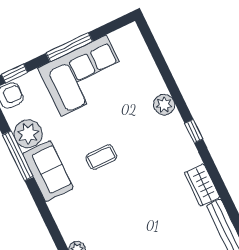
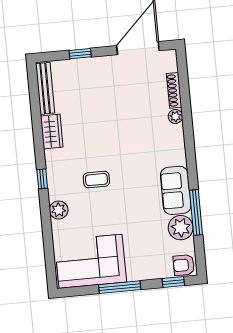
corner sofa: (84, 76) -> (91, 261), moved
coffee table: (101, 157) -> (96, 180), moved

